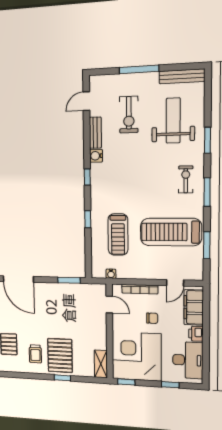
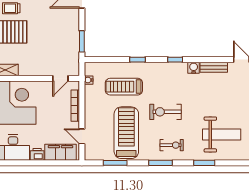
exercise bike: (129, 115) -> (166, 112), moved
chair: (152, 318) -> (49, 117), removed

